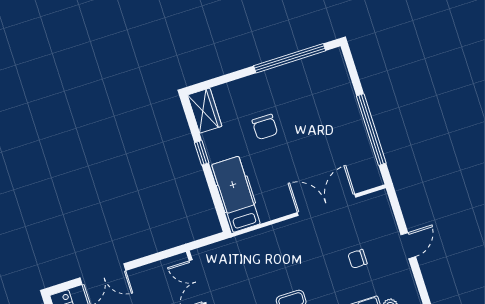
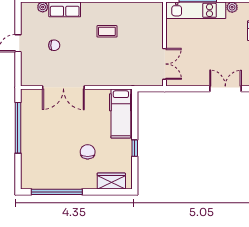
wardrobe: (205, 111) -> (111, 181), moved, turned 90

